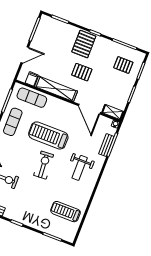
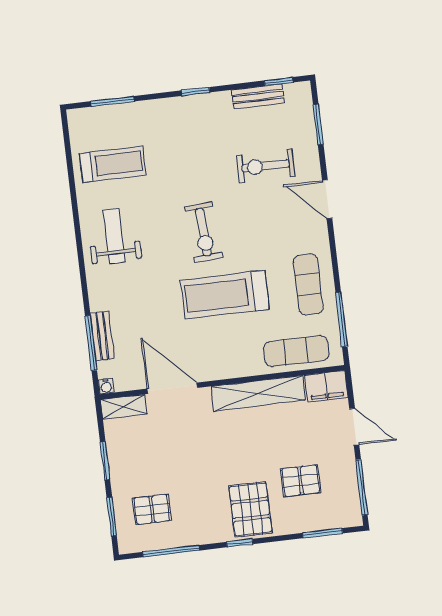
door: (25, 55) -> (354, 427), swing flipped
pallet: (82, 72) -> (301, 481), moved
filing cabinet: (32, 79) -> (326, 386), width x2.00
treadmill: (48, 135) -> (225, 295), turned 180
weight bench: (80, 168) -> (114, 236), moved

